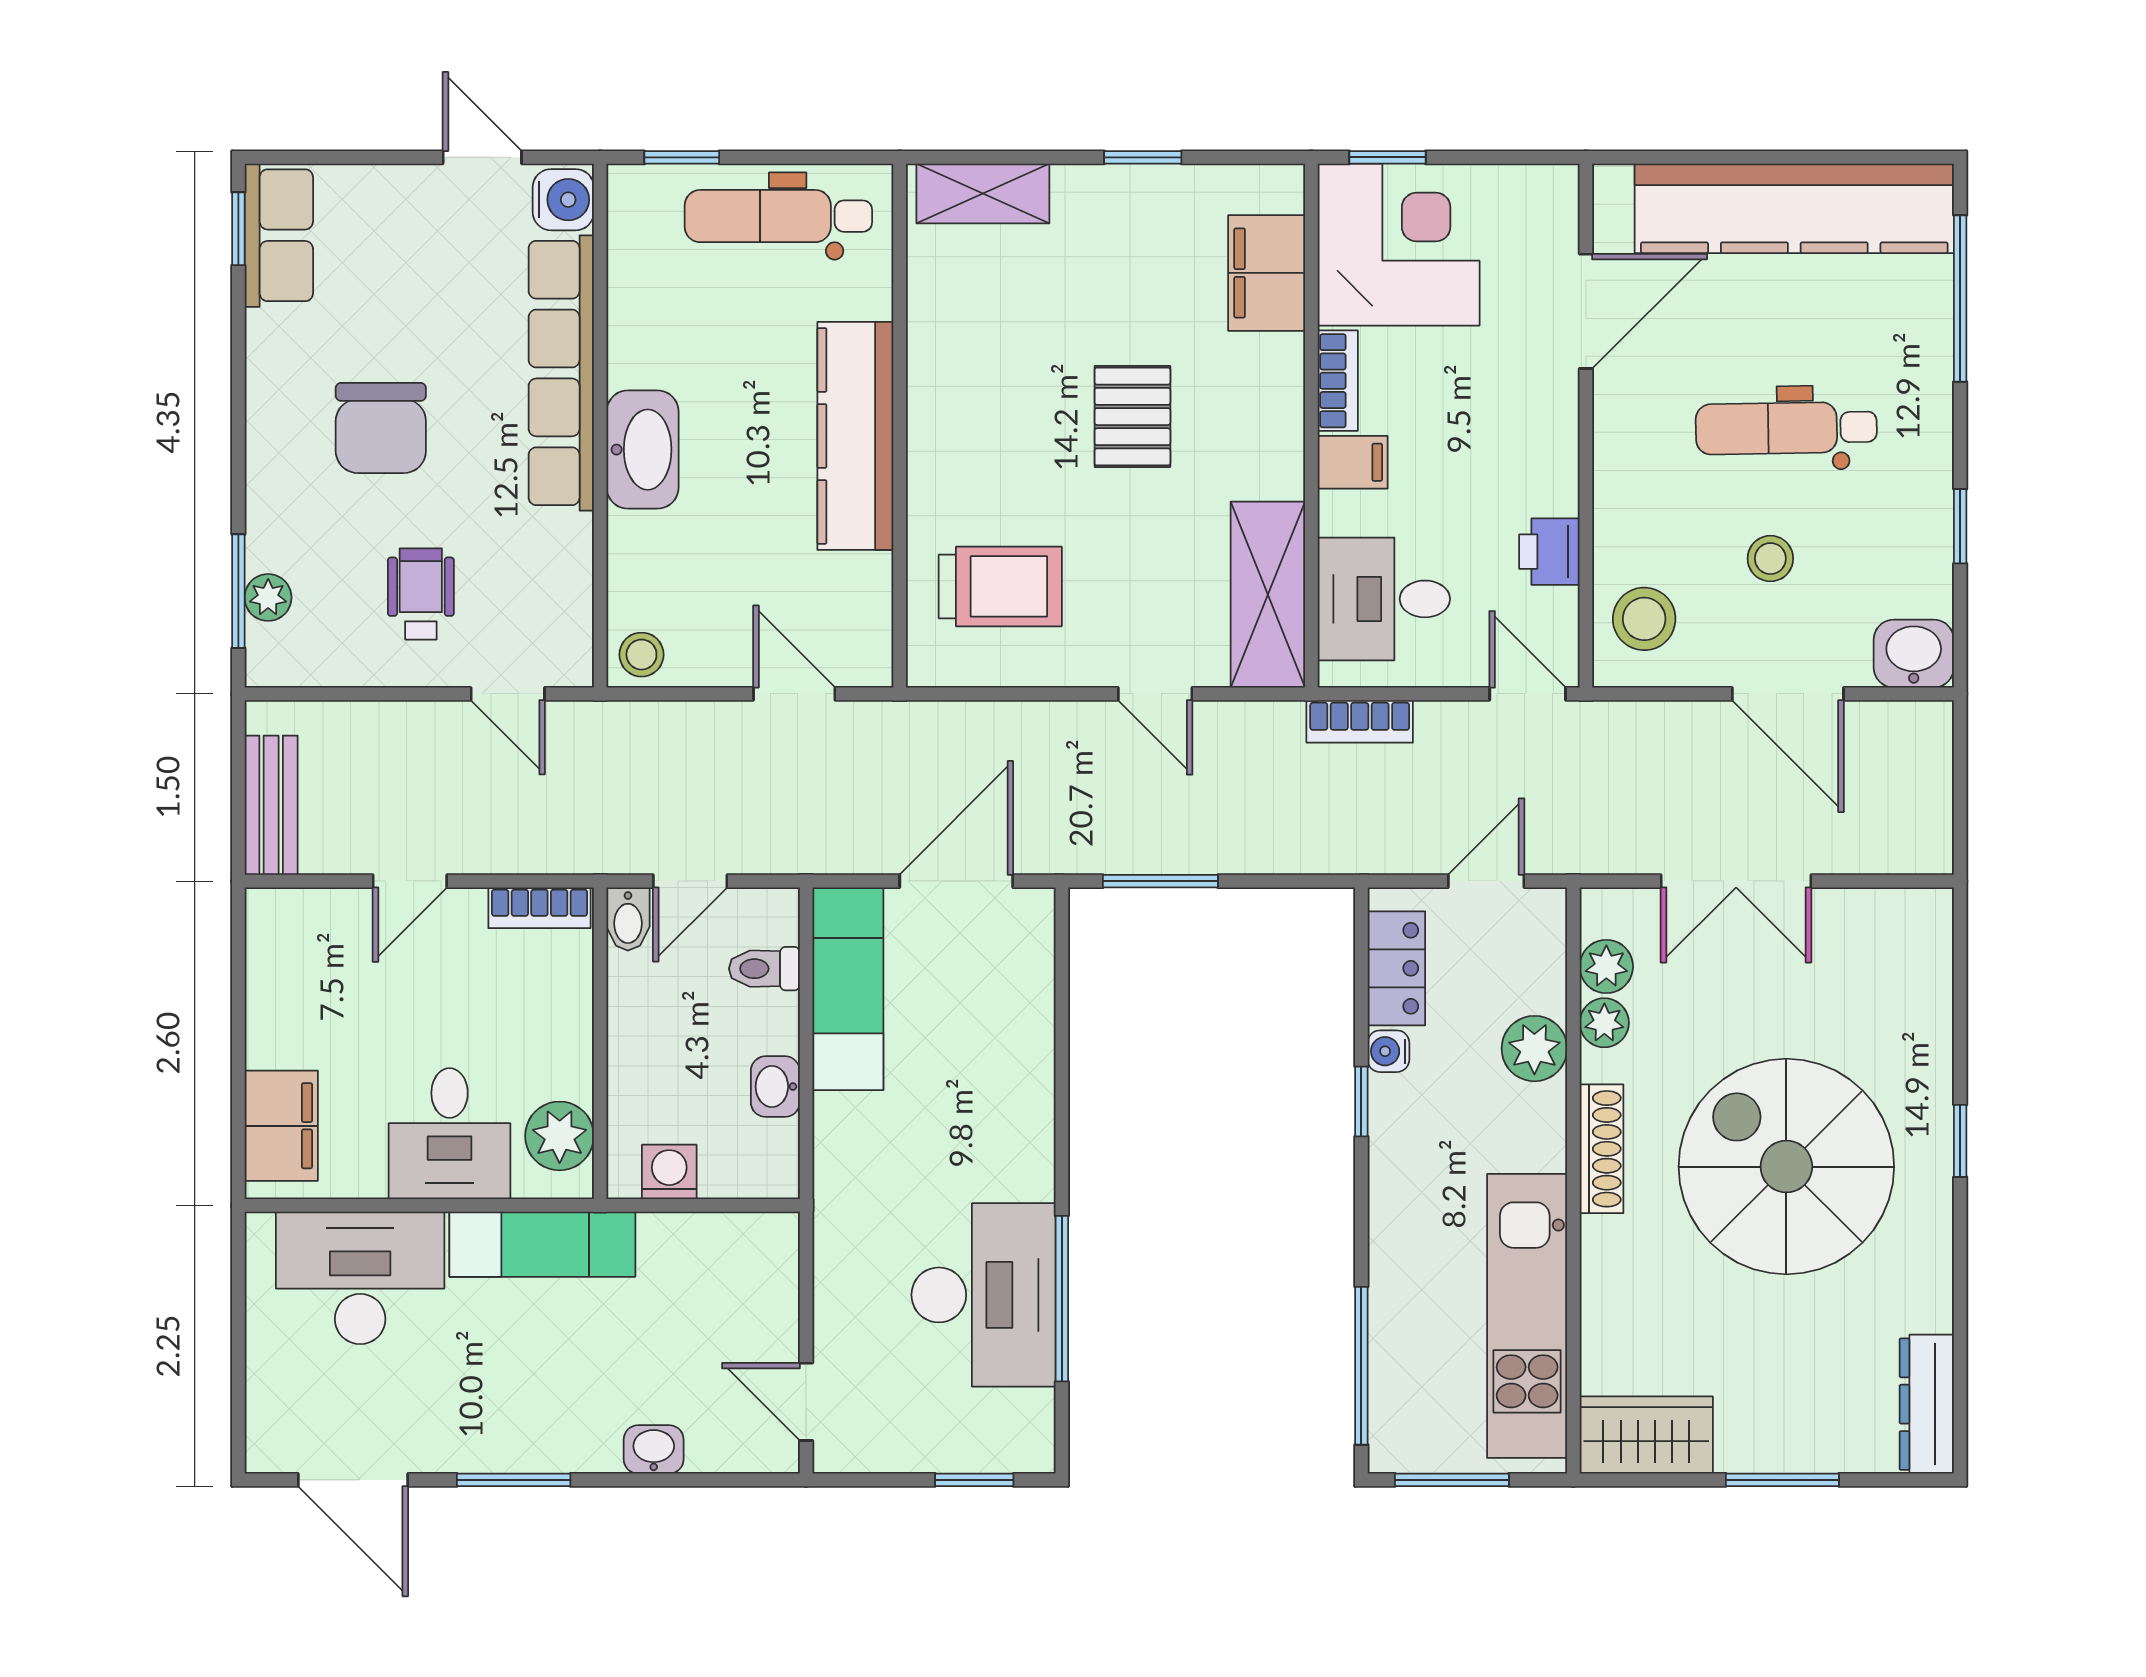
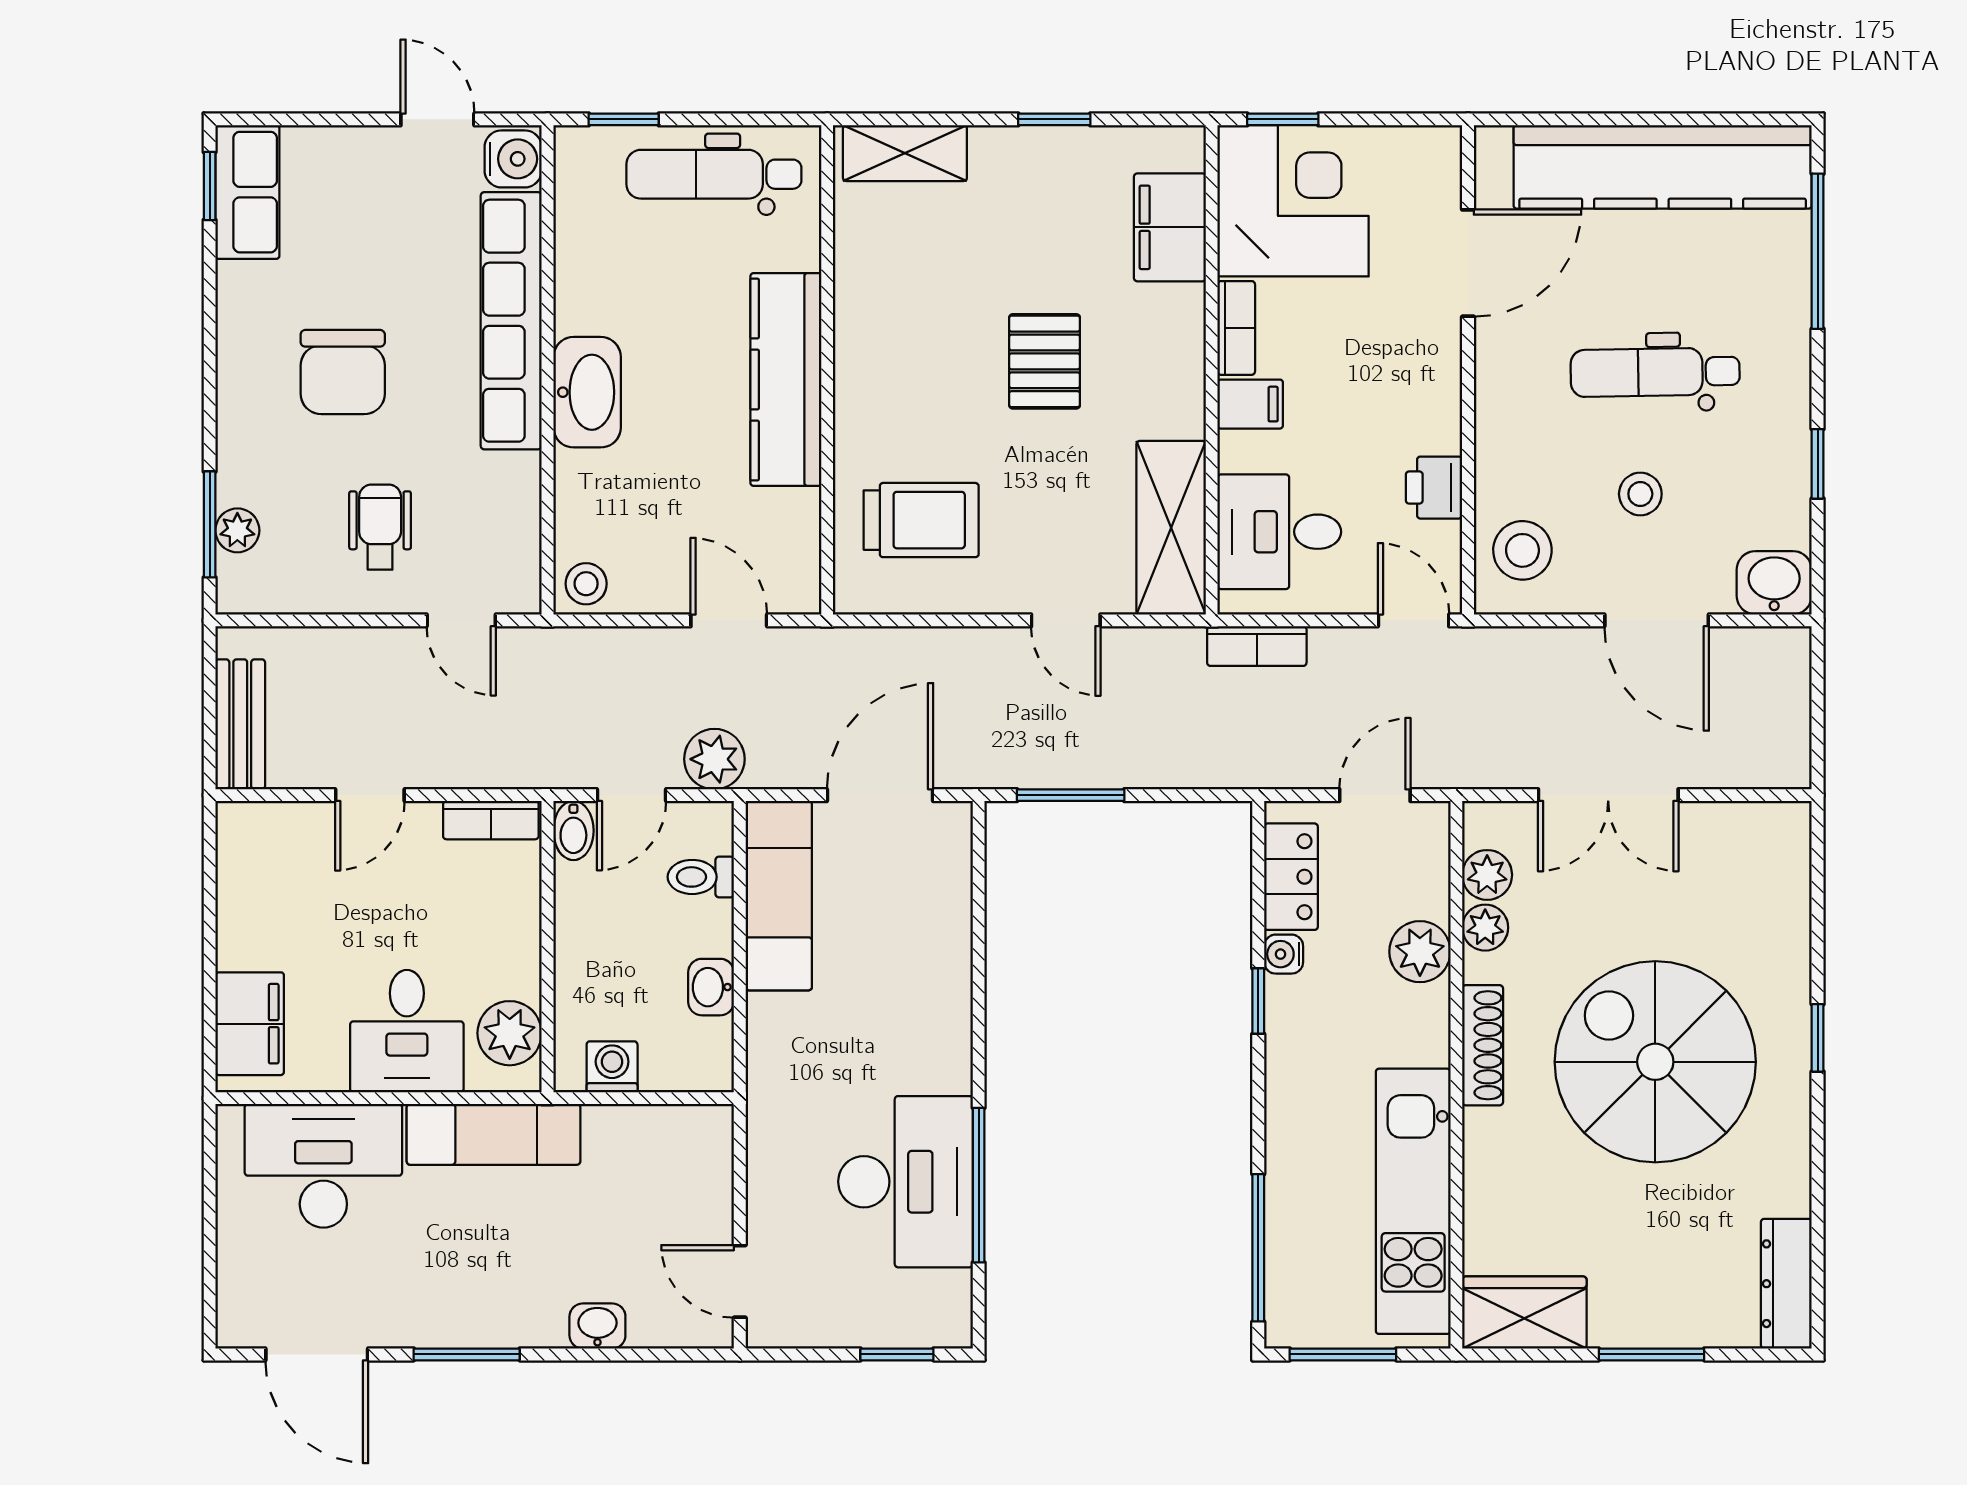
plant: (779, 842) -> (714, 759), added

